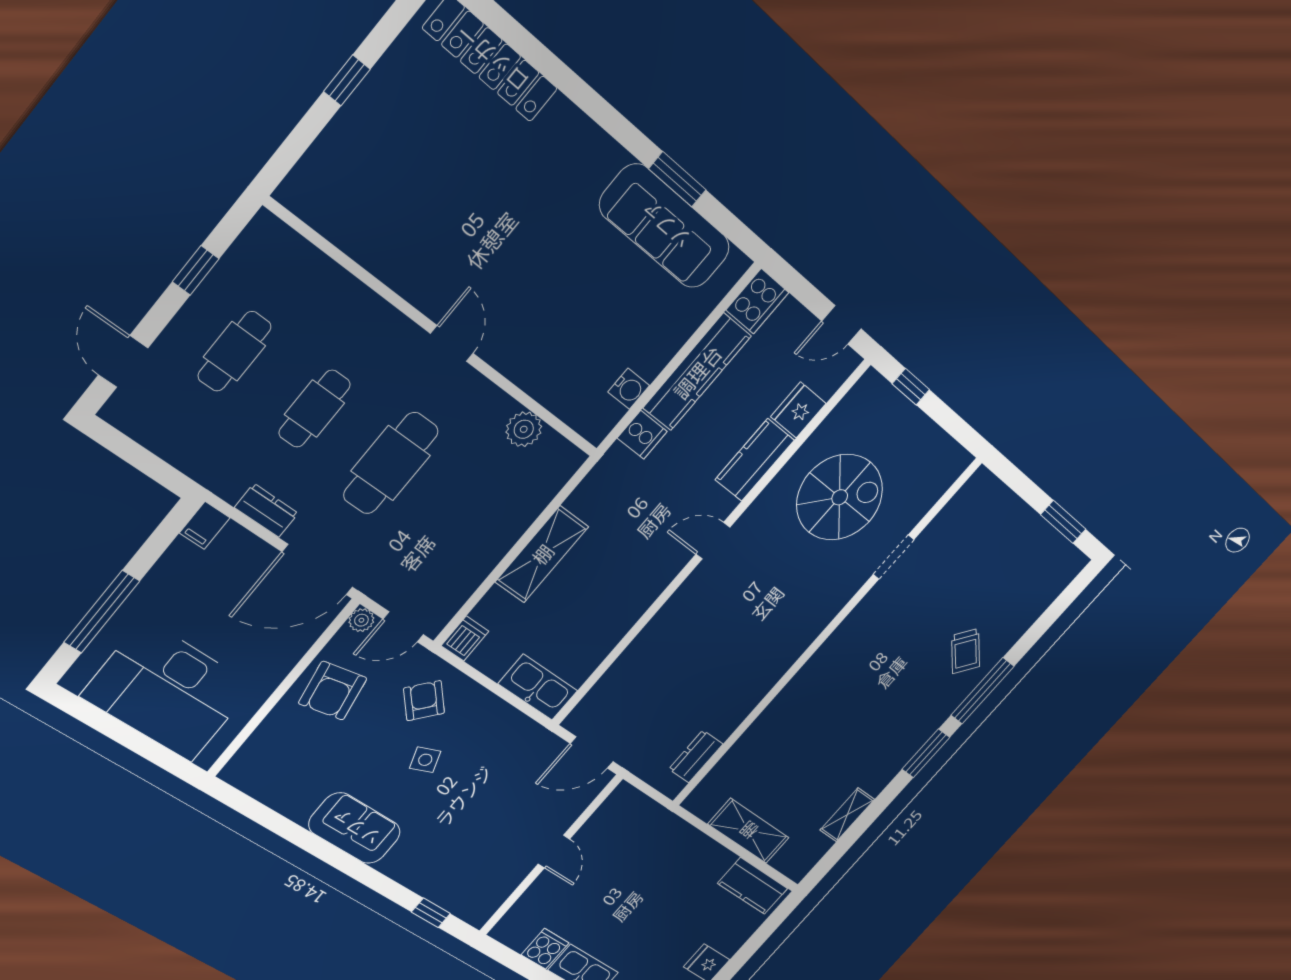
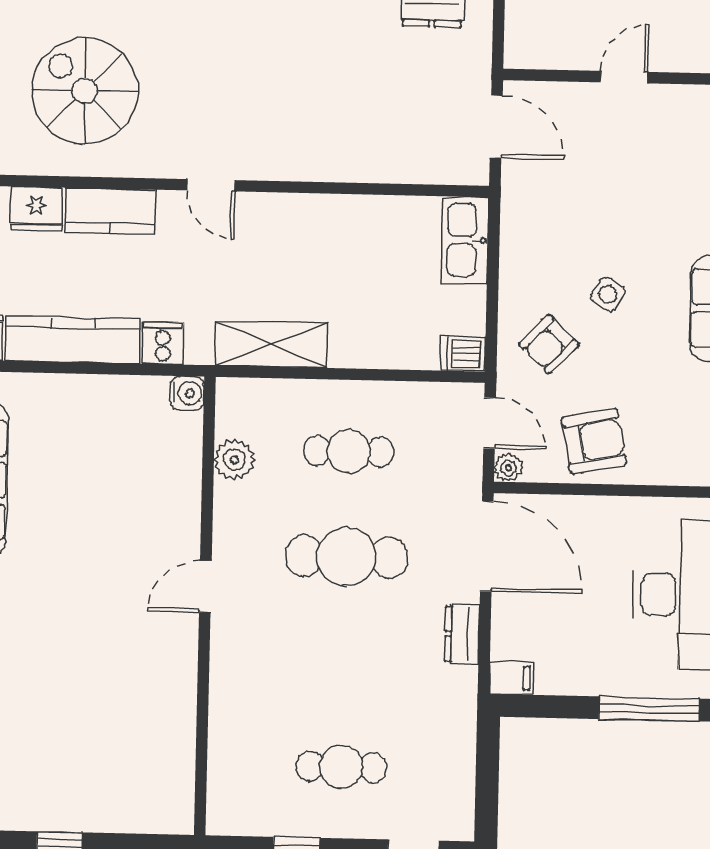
water cooler: (629, 389) -> (187, 393), moved, turned 90
cafe table: (315, 409) -> (349, 451), moved
shelving: (542, 554) -> (271, 344), moved
side table: (425, 760) -> (608, 294), turned -35

